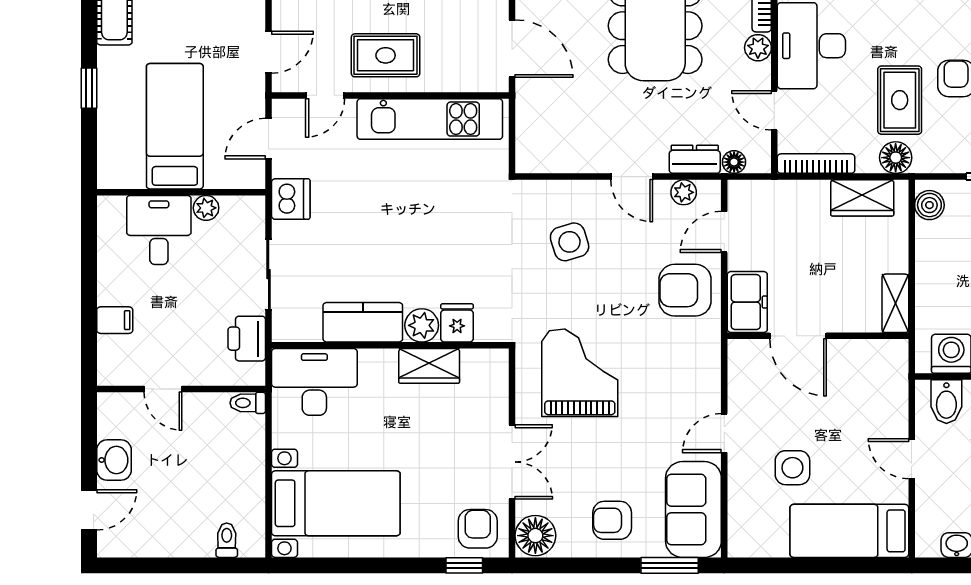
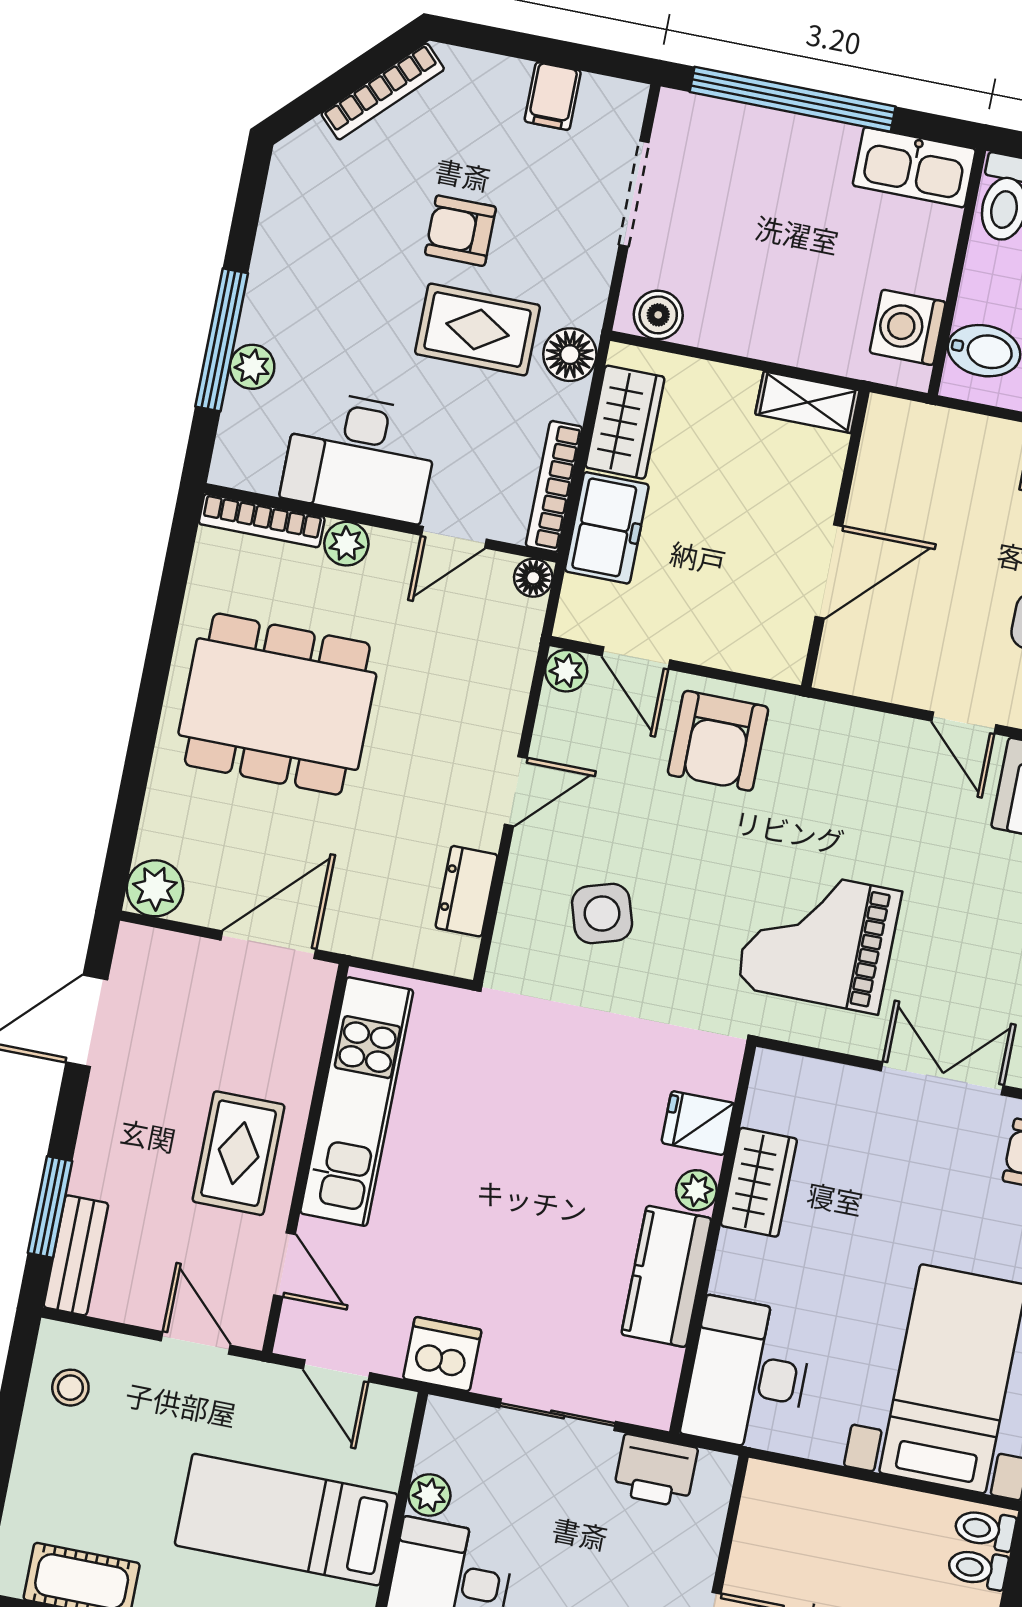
dresser: (695, 159) -> (467, 891), moved
floor lamp: (734, 162) -> (533, 578), moved
plant: (684, 192) -> (566, 671), moved
freezer: (747, 302) -> (607, 528), moved, turned 90
plant: (422, 325) -> (696, 1190), width x0.73, depth x0.73
toilet: (248, 403) -> (985, 1529), moved, turned 90

